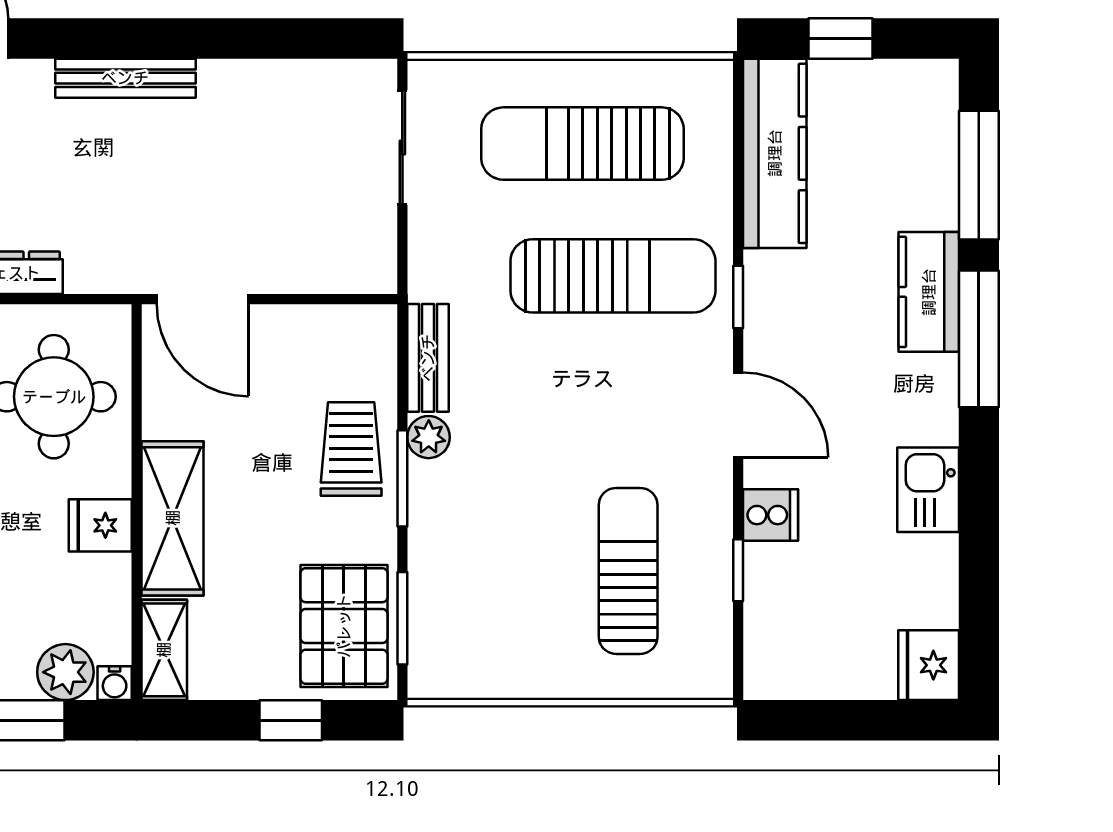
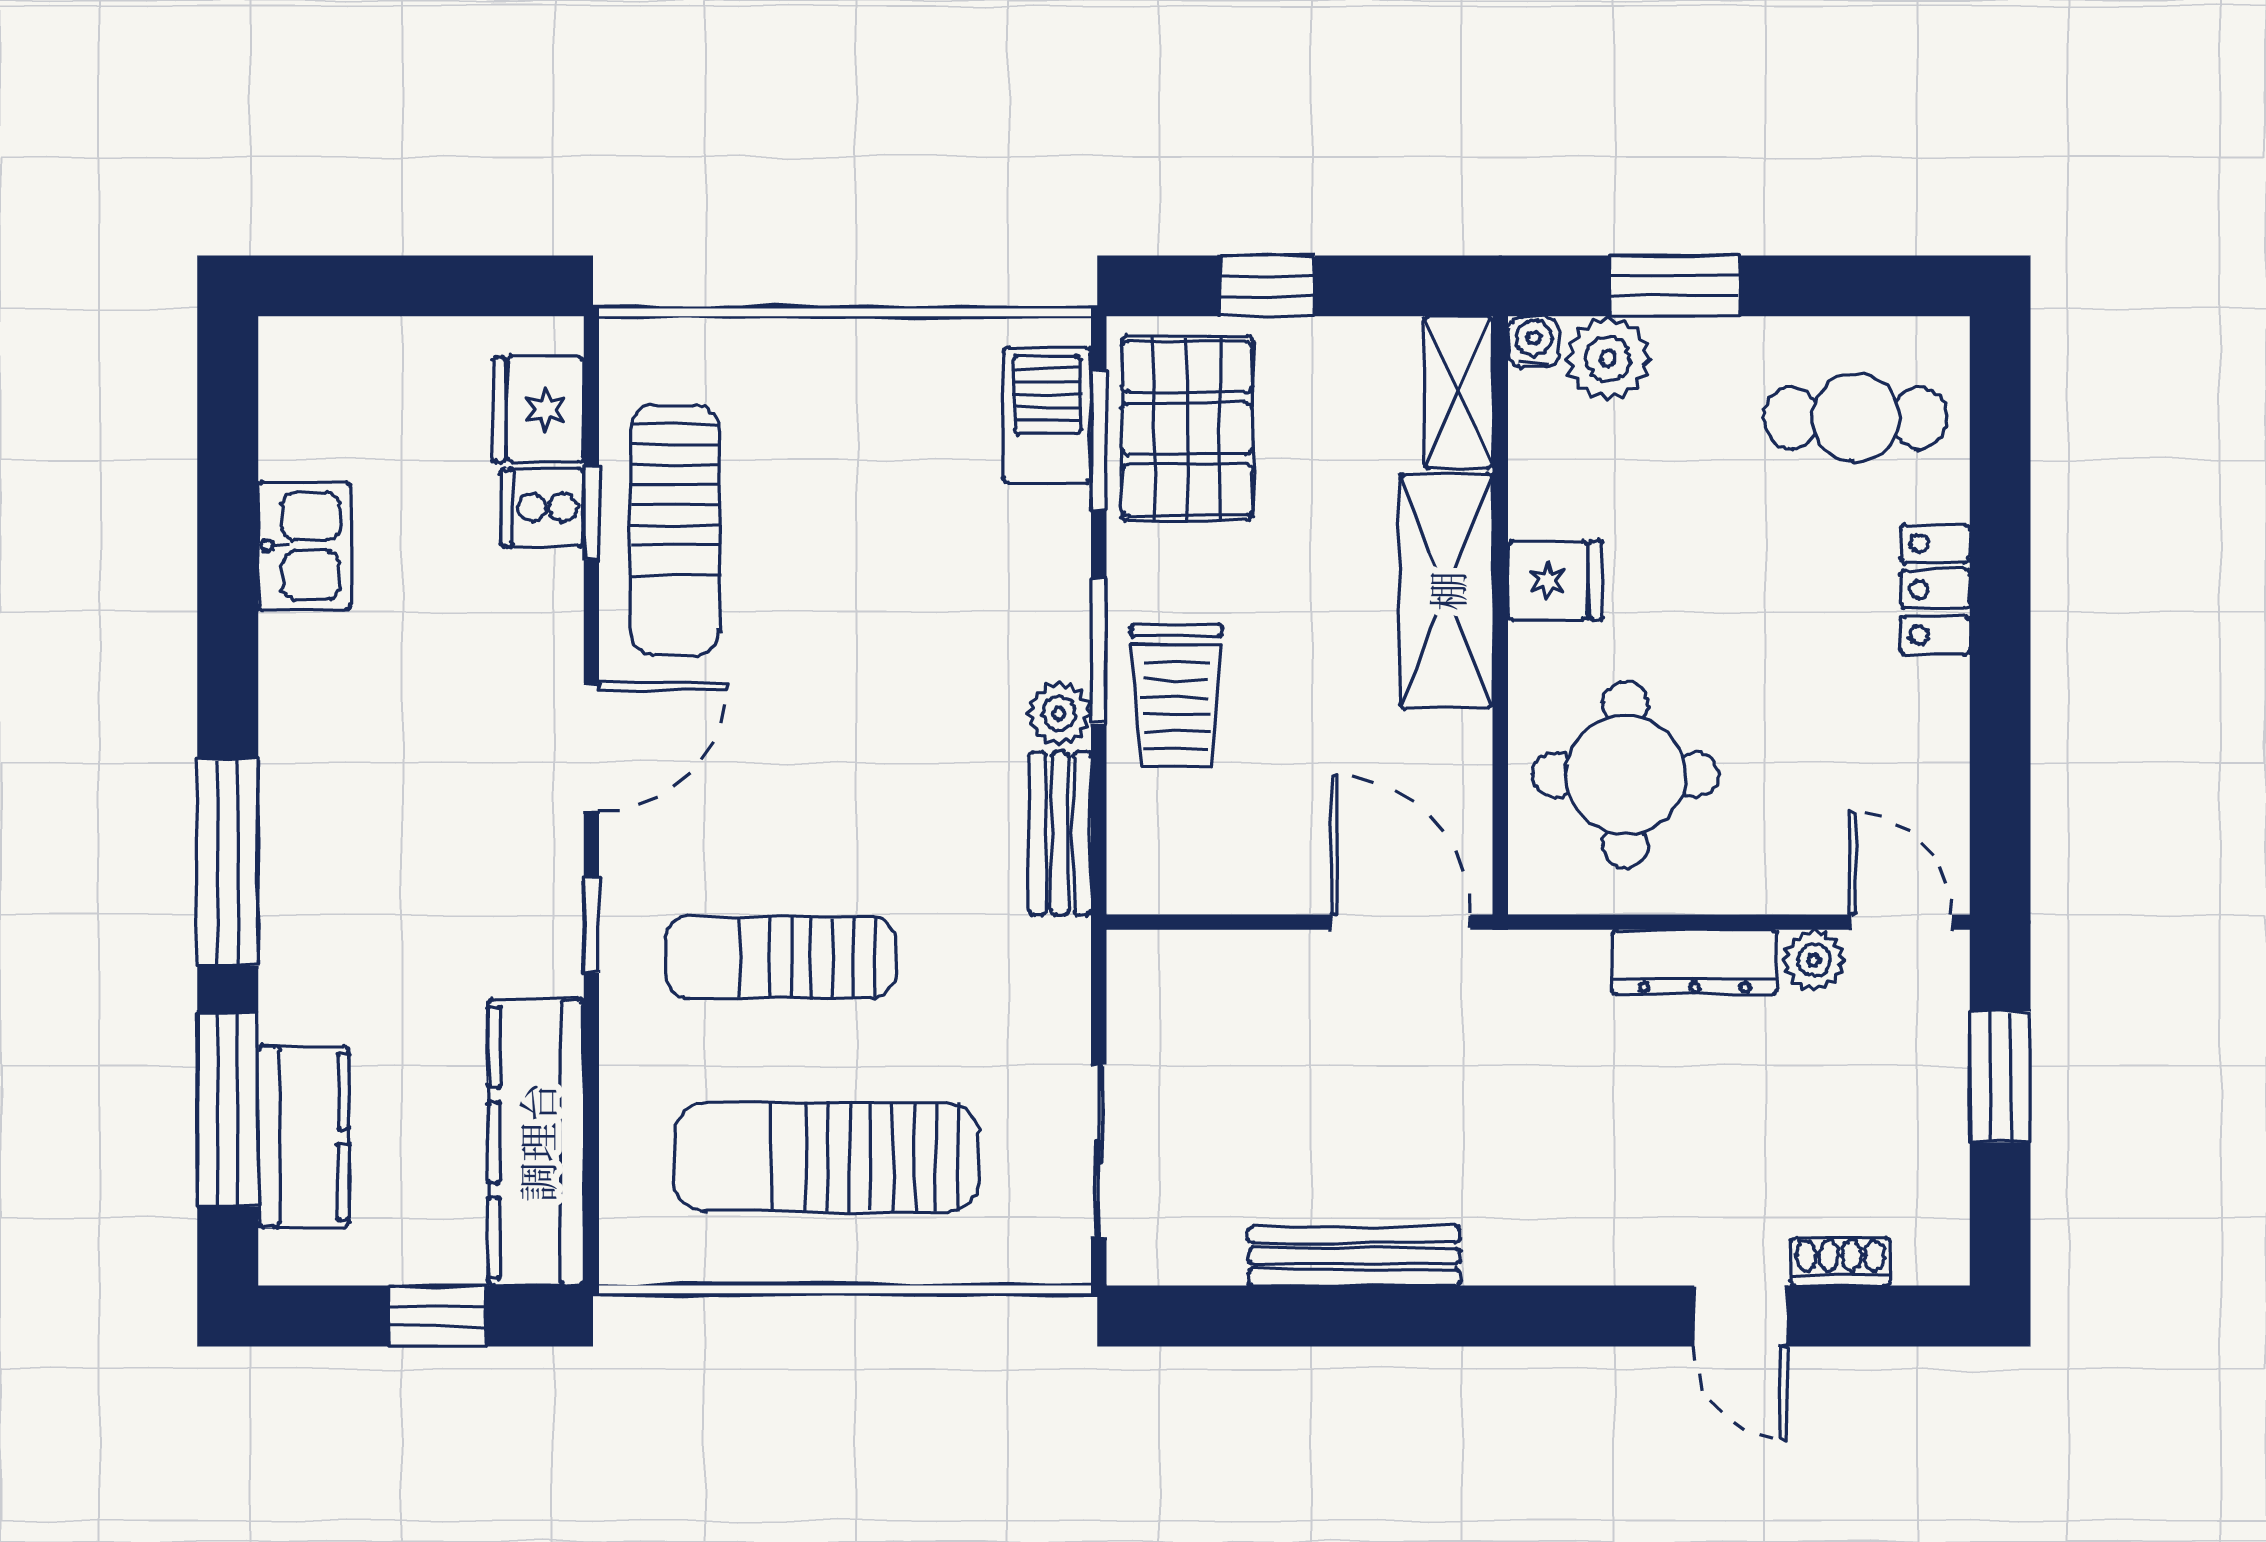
bench: (125, 78) -> (1354, 1256), moved
sun lounger: (582, 144) -> (827, 1157), turned 180
sun lounger: (613, 276) -> (781, 957), width x0.73, depth x0.75
kitchen counter: (929, 292) -> (303, 1137), moved
door: (738, 415) -> (591, 747), swing flipped
kitchen sink: (928, 490) -> (305, 546), moved
cooker: (771, 515) -> (543, 507), moved
sun lounger: (628, 571) -> (675, 530), moved
barbecue: (436, 635) -> (1047, 415), added
fridge: (929, 665) -> (538, 409), moved, turned 180

